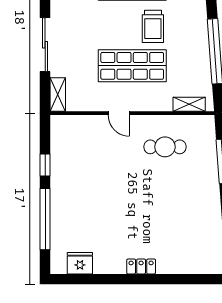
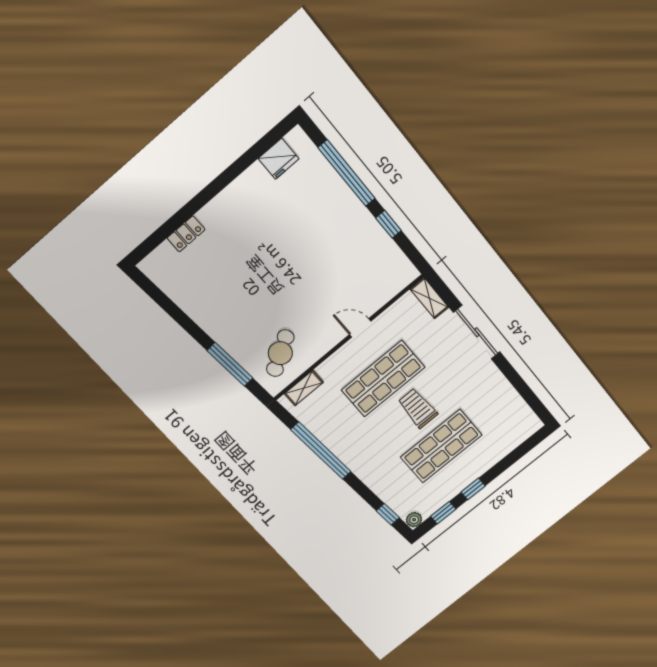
trolley: (153, 26) -> (418, 408), moved
cafe table: (165, 147) -> (280, 353), moved, turned -31
locker: (141, 266) -> (186, 234), moved

